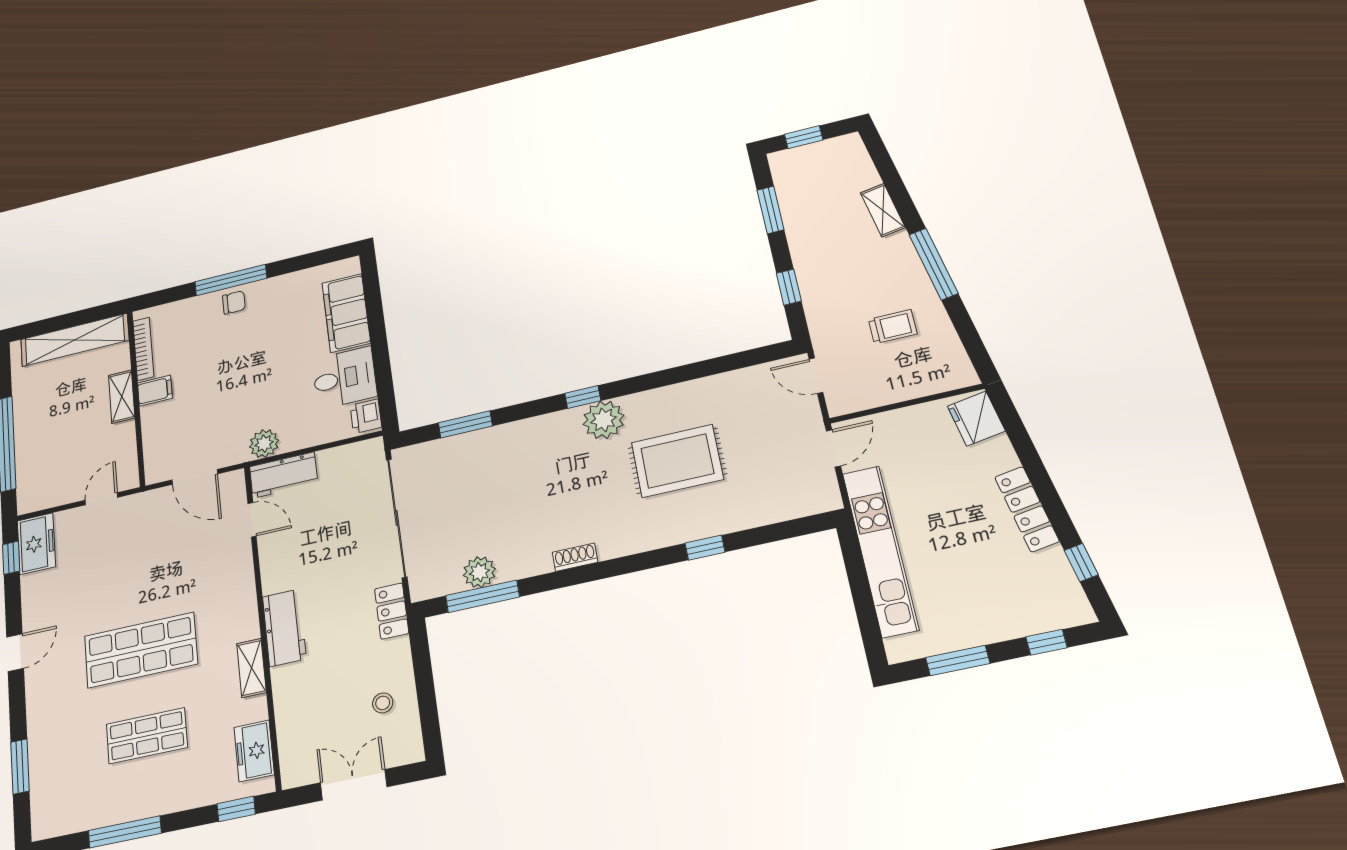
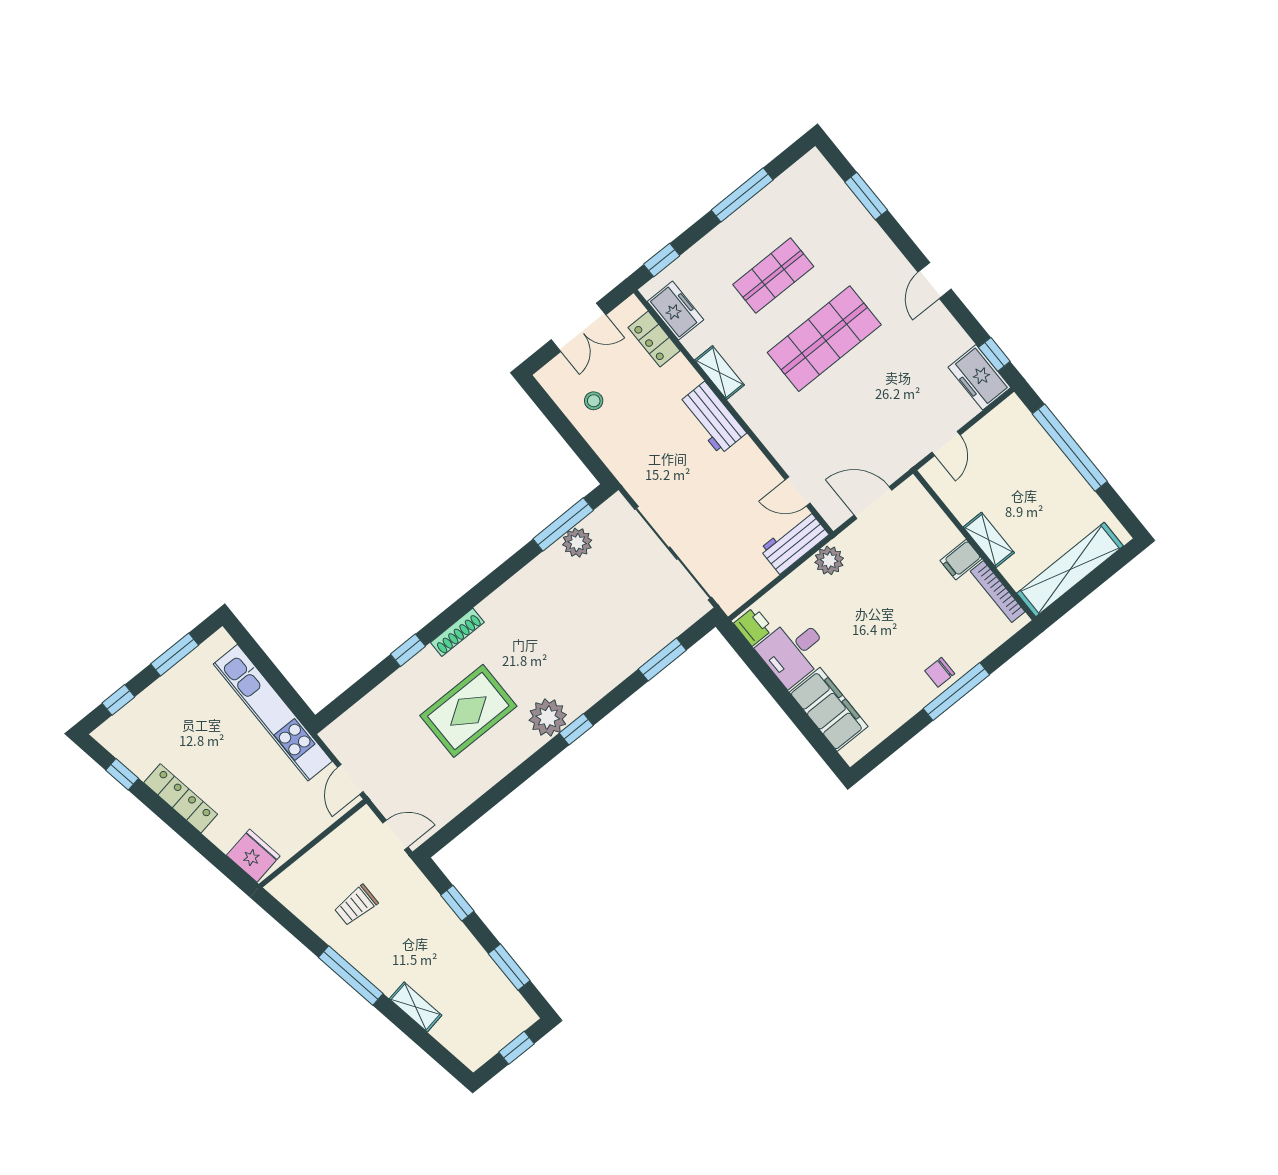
shoe rack: (575, 557) -> (457, 632), moved, width x1.43
locker: (392, 611) -> (654, 339), moved, turned 180

